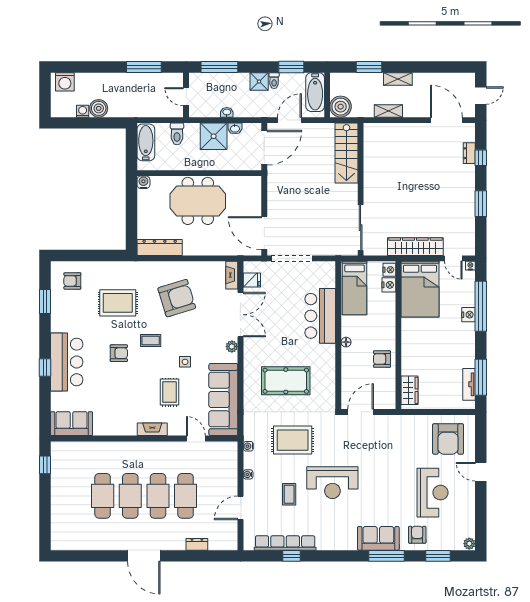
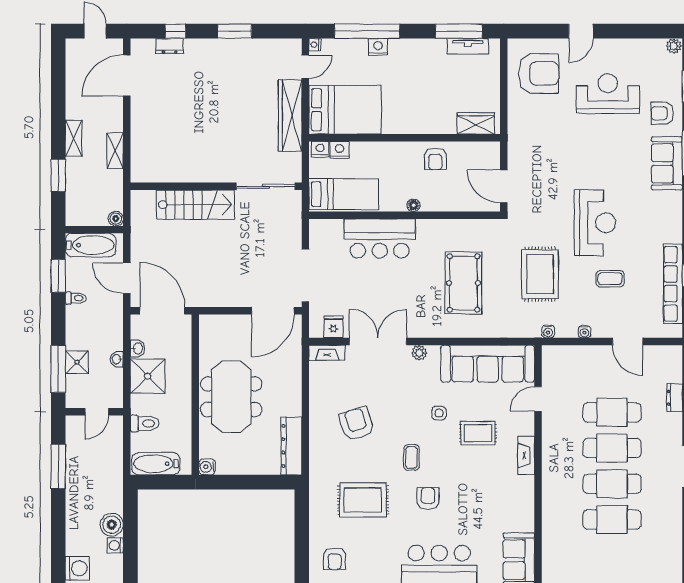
shower: (259, 81) -> (77, 362), moved
boiler: (341, 107) -> (116, 219), width x0.54, depth x0.54
stairs: (346, 153) -> (195, 205), moved
armchair: (177, 298) -> (357, 424), width x0.73, depth x0.73
rug: (118, 303) -> (363, 500), turned 90

